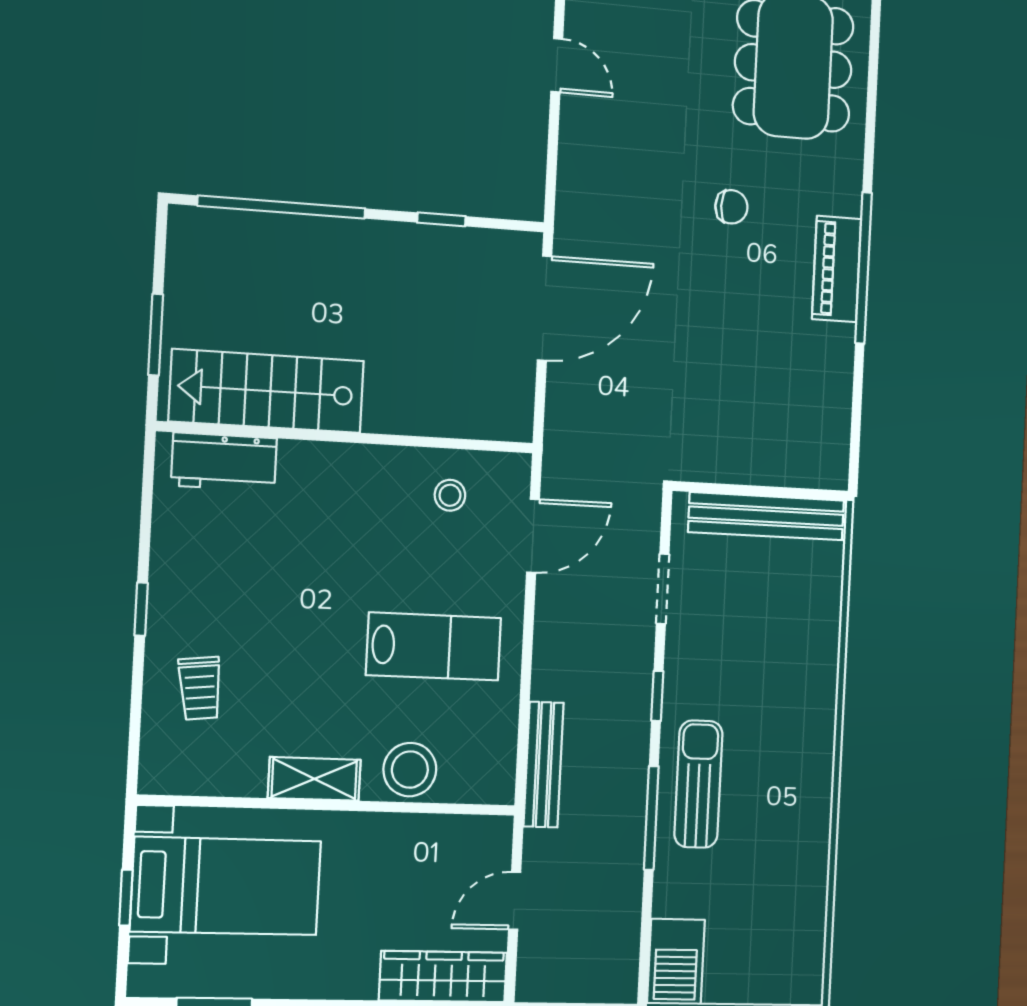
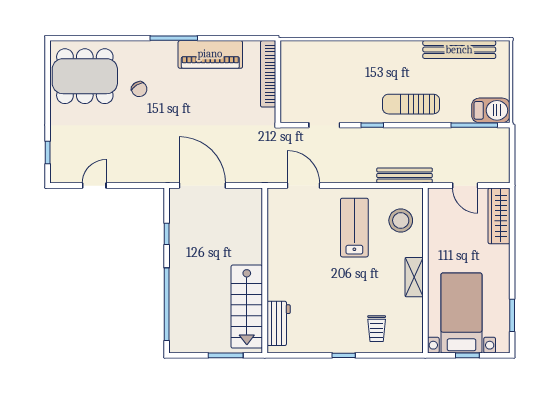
chair: (731, 207) -> (139, 89), moved, turned 148
window: (863, 268) -> (174, 38), width x0.68
piano: (837, 269) -> (210, 54), moved, width x1.37, depth x1.33
bookcase: (778, 470) -> (268, 74), added
stool: (450, 495) -> (288, 224), removed
bench: (766, 516) -> (459, 50), moved, turned 90
trolley: (200, 688) -> (377, 329), turned 96
stool: (410, 770) -> (401, 220), moved
window: (651, 818) -> (474, 125), moved

